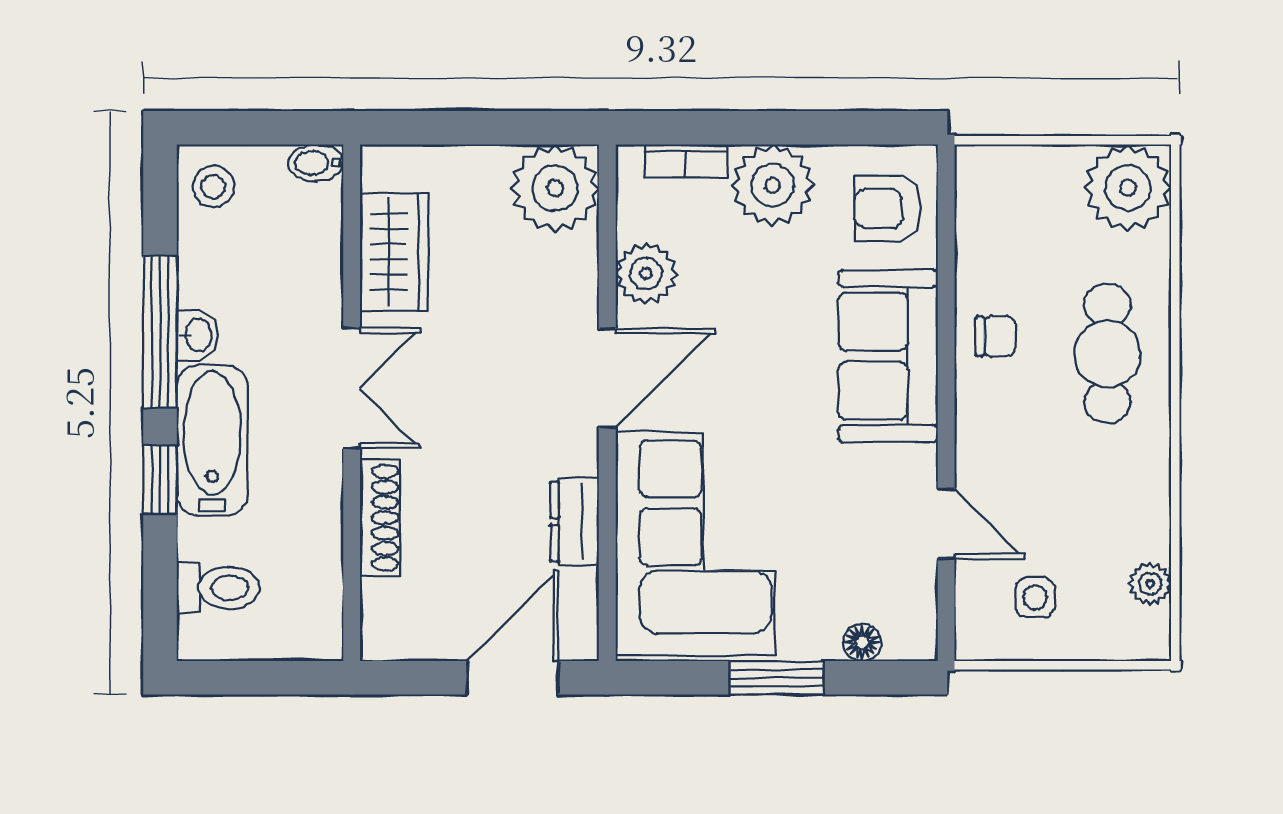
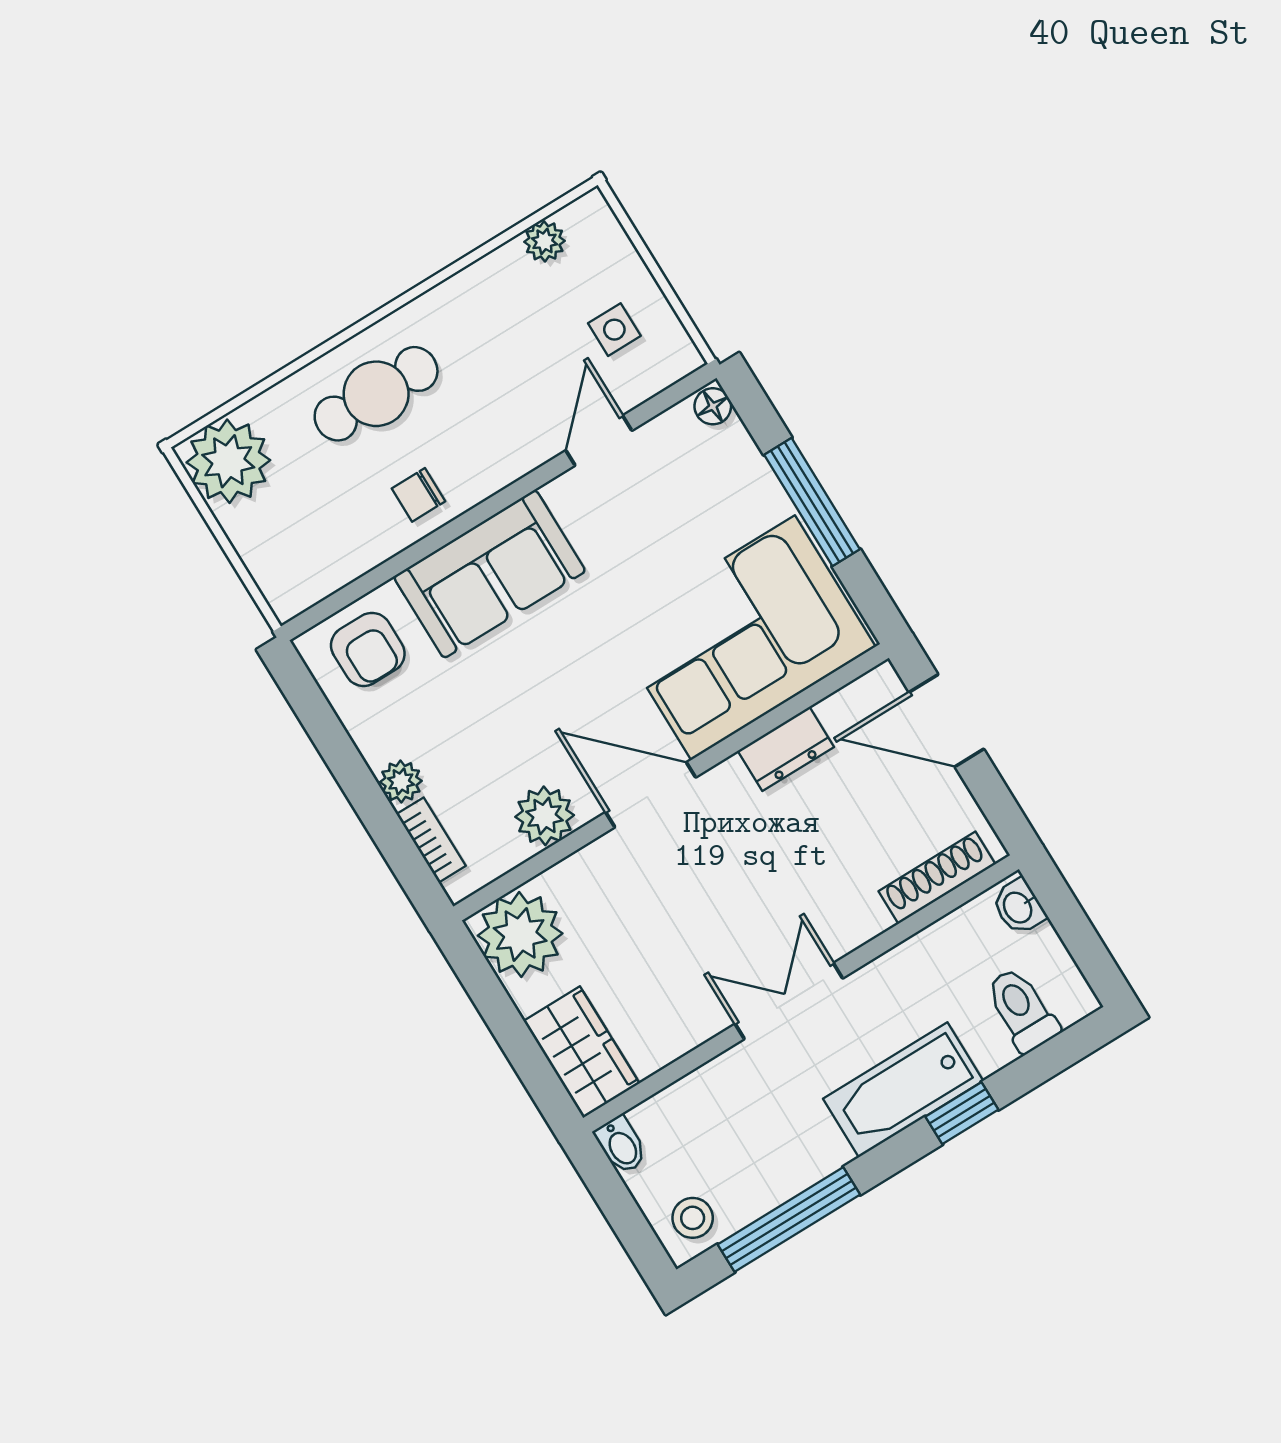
plant: (773, 185) -> (401, 782), width x0.53, depth x0.53
wardrobe: (394, 252) -> (581, 1052), moved, turned 90
window: (160, 332) -> (789, 1219), moved
washbasin: (197, 335) -> (1019, 907), moved, turned -90
chair: (996, 336) -> (418, 495), turned -90
shoe rack: (380, 518) -> (937, 878), moved
floor lamp: (862, 642) -> (713, 406), moved
window: (777, 678) -> (812, 502), width x1.44

